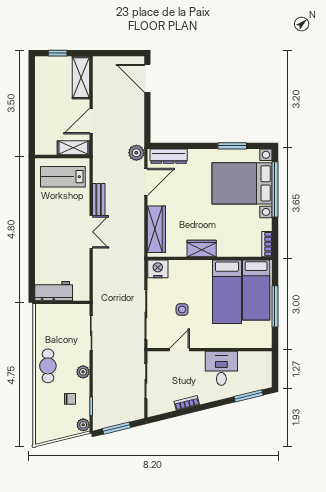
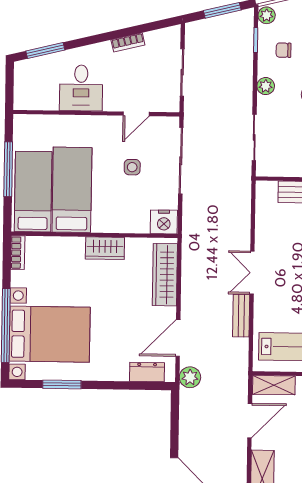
dresser: (169, 156) -> (147, 372), width x0.70

